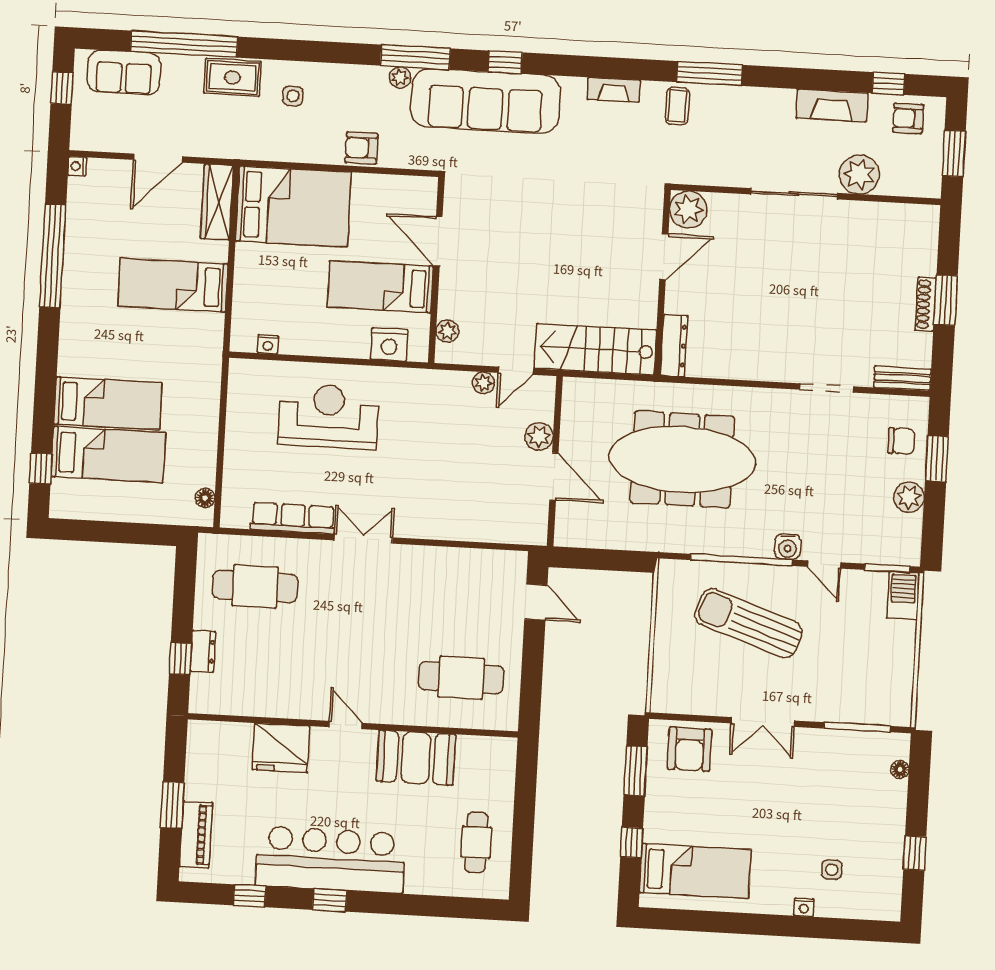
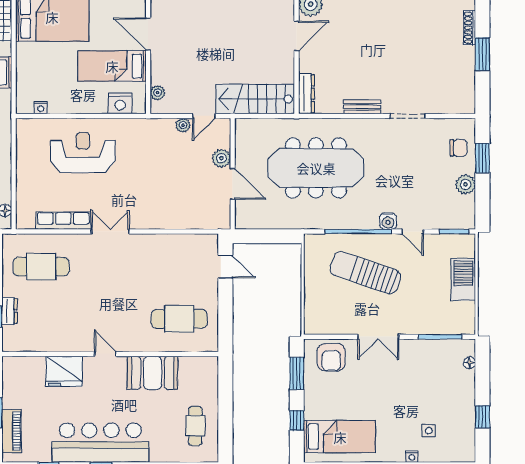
shoe rack: (926, 304) -> (470, 28), moved
bench: (902, 378) -> (362, 107), moved
barbecue: (903, 596) -> (463, 280), moved, width x1.37, depth x1.21

